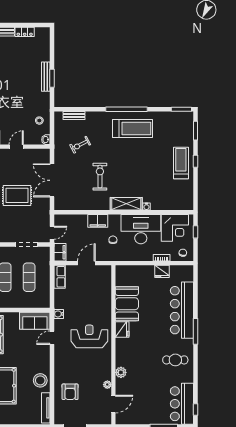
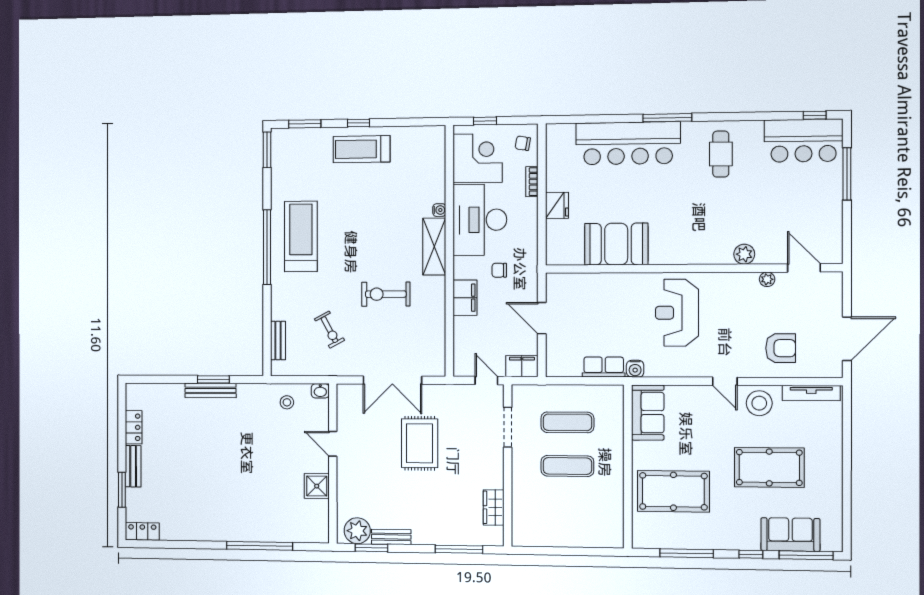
fridge: (162, 271) -> (557, 205), moved
row of seats: (60, 277) -> (604, 367), moved
fridge: (122, 329) -> (664, 252), removed
door: (52, 338) -> (725, 381), moved

